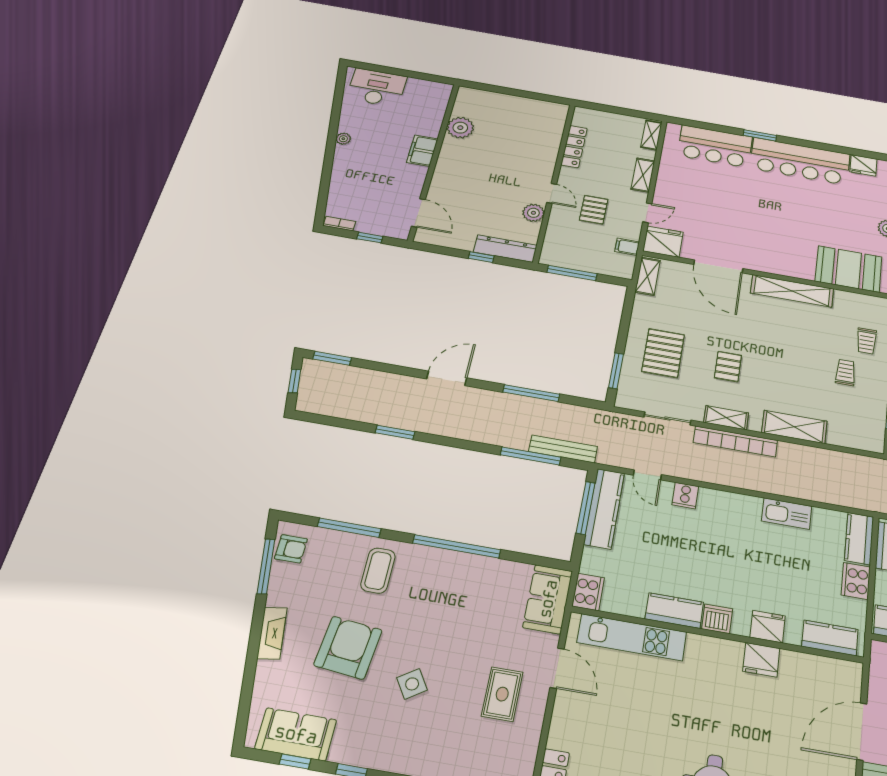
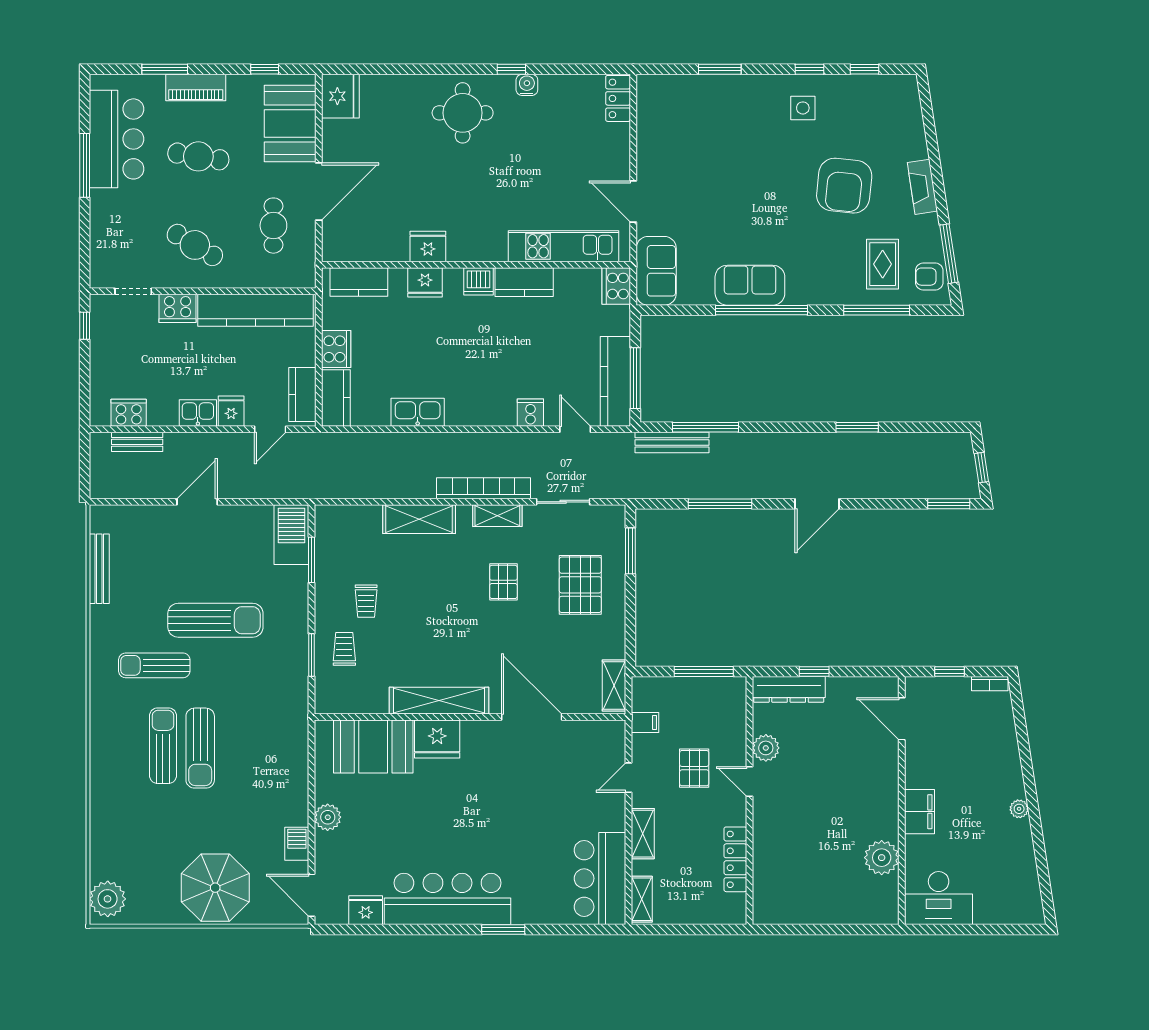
desk: (377, 88) -> (939, 898), moved
bar counter: (715, 146) -> (600, 878), moved, turned -90
fridge: (663, 242) -> (437, 739), moved
coffee table: (378, 571) -> (835, 270), removed
side table: (412, 684) -> (803, 108), moved, turned 33
rug: (502, 694) -> (883, 264), moved
sofa: (296, 734) -> (750, 285), moved, turned 180

